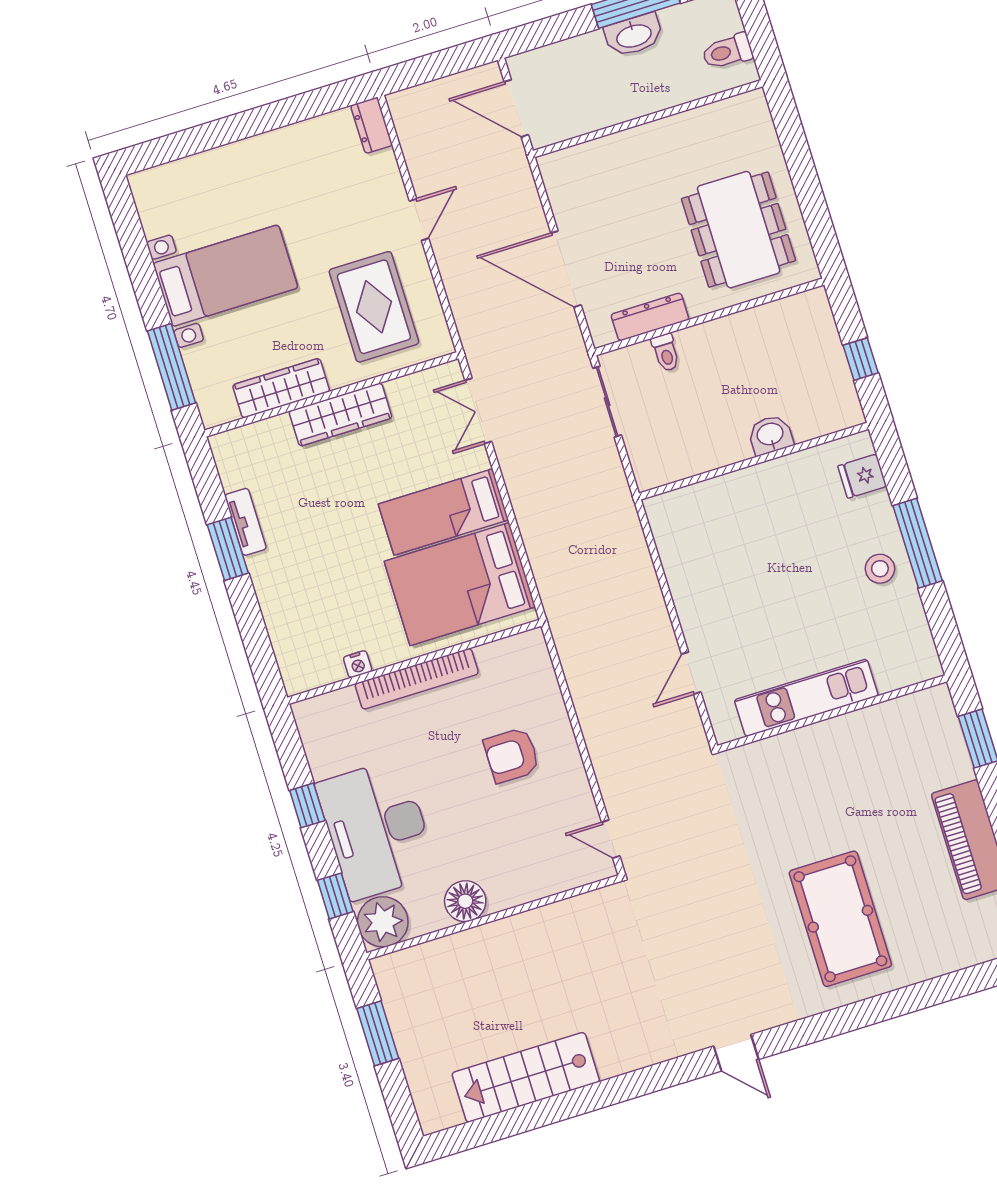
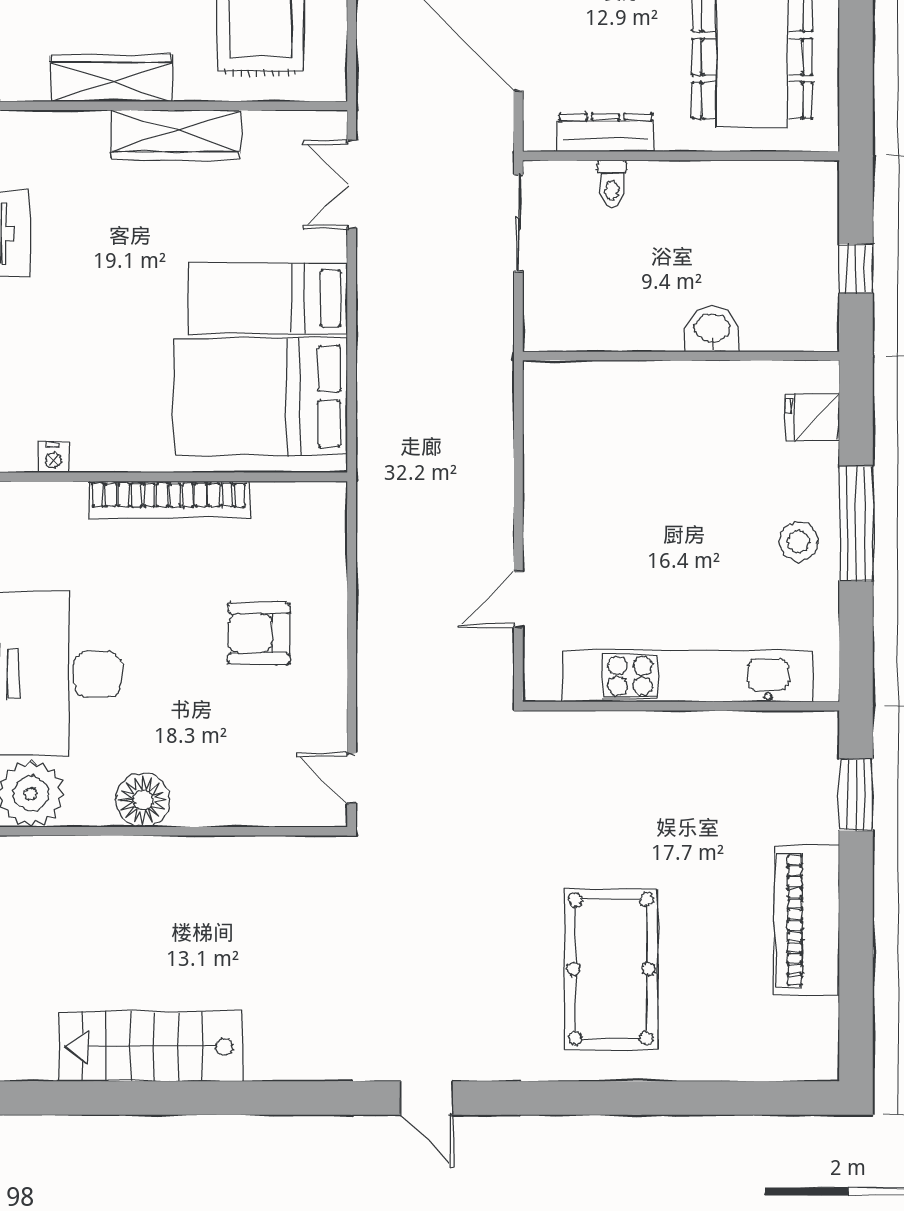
nightstand: (358, 664) -> (53, 458), moved
kitchen unit: (806, 698) -> (688, 676), width x1.36

